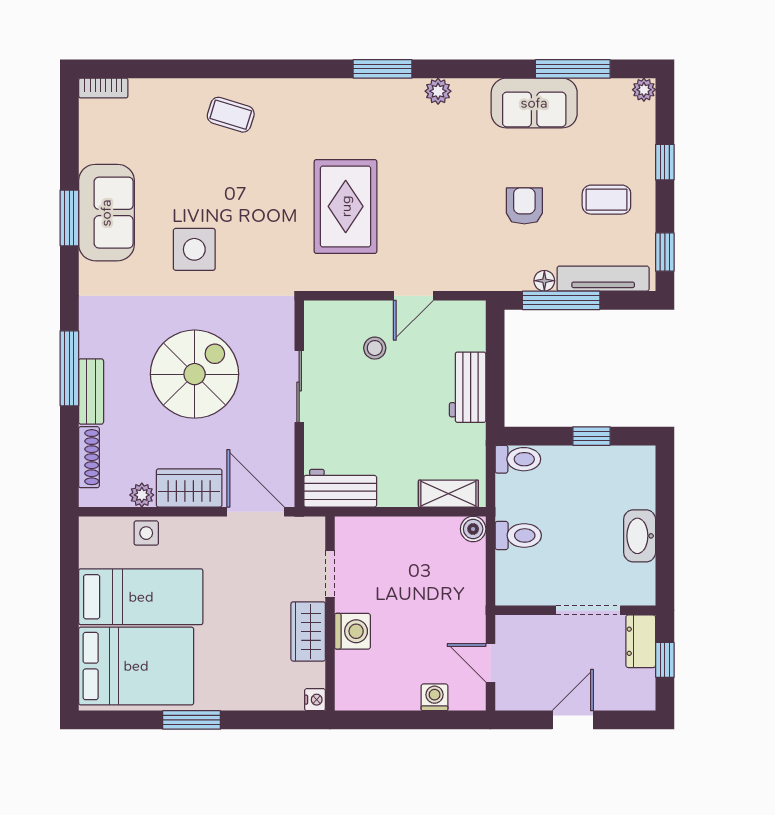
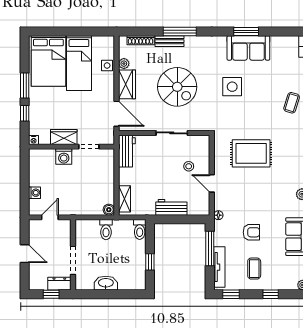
floor lamp: (544, 281) -> (218, 215), moved
door: (256, 512) -> (117, 114), hinge flipped
window: (255, 720) -> (25, 113), added

